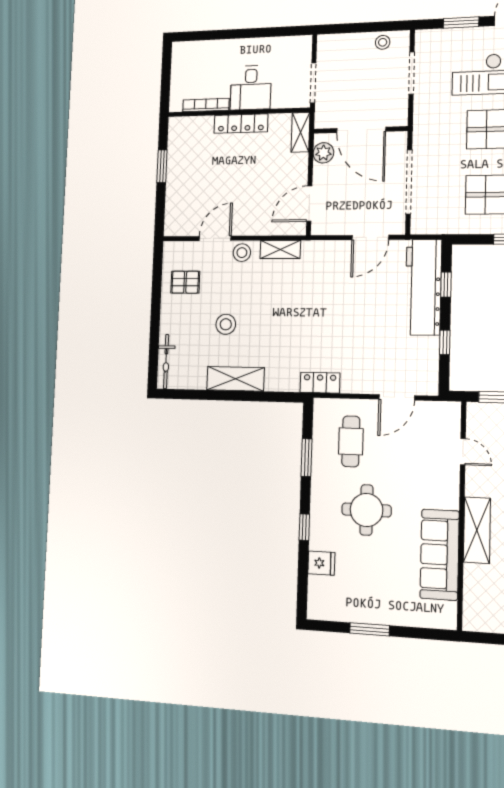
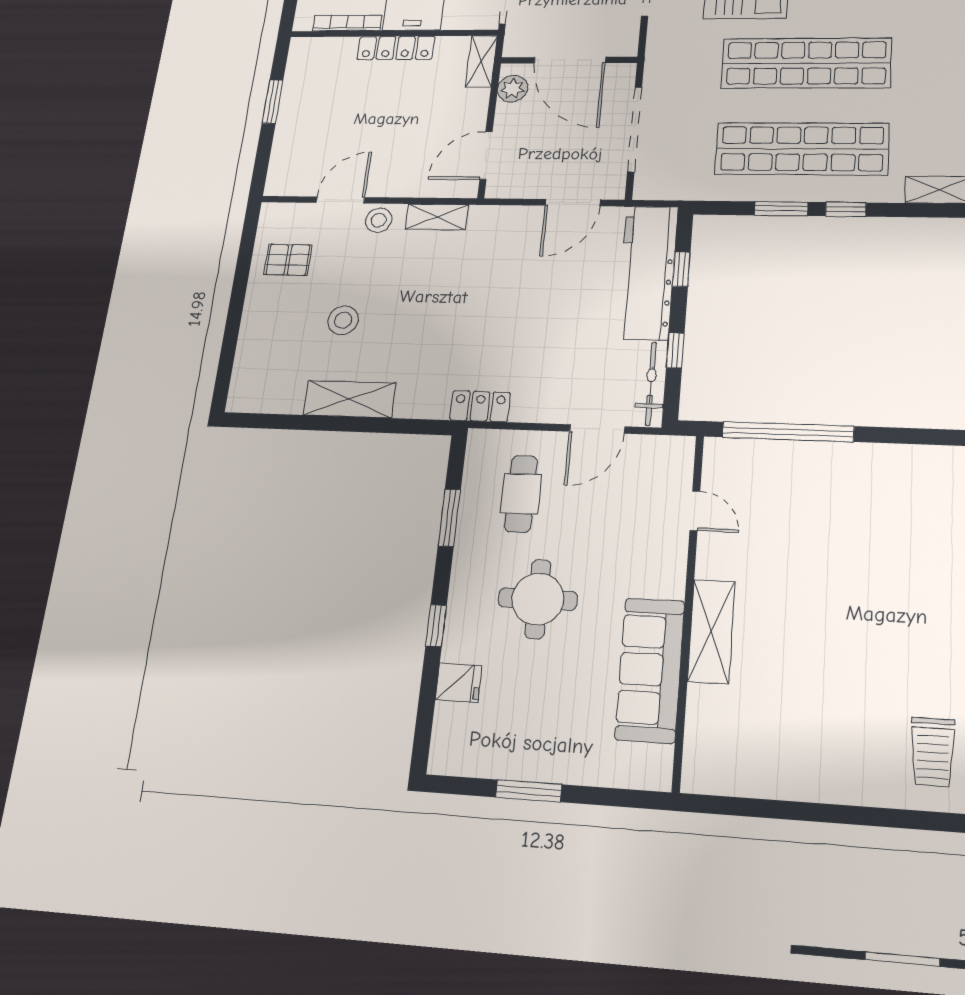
bicycle: (166, 362) -> (651, 384), moved, turned 180

